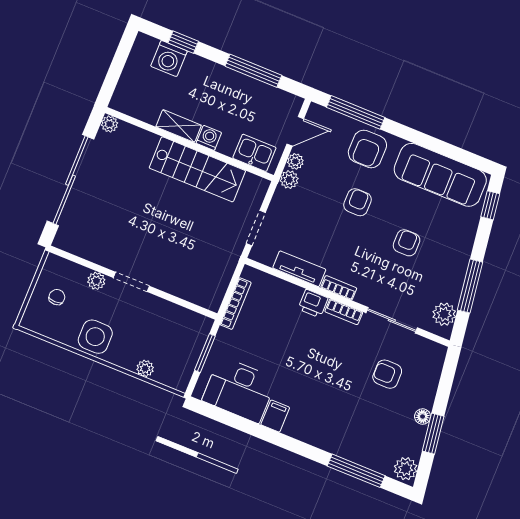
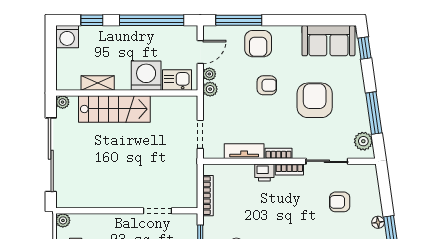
washing machine: (169, 59) -> (67, 37), moved
window: (253, 71) -> (152, 20), width x1.46
shelving: (179, 126) -> (98, 83), moved
washing machine: (209, 138) -> (146, 76), width x1.89, depth x1.89
stairs: (197, 169) -> (114, 109), moved
sofa: (440, 175) -> (328, 41), width x0.73
armchair: (358, 202) -> (267, 85), turned 90
armchair: (407, 243) -> (315, 100), width x1.88, depth x1.88
plant: (96, 281) -> (63, 220), moved
doorway: (131, 282) -> (158, 211), moved

